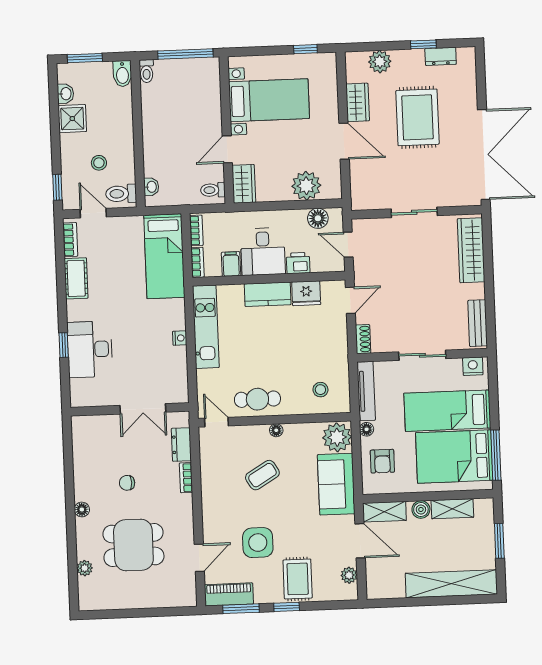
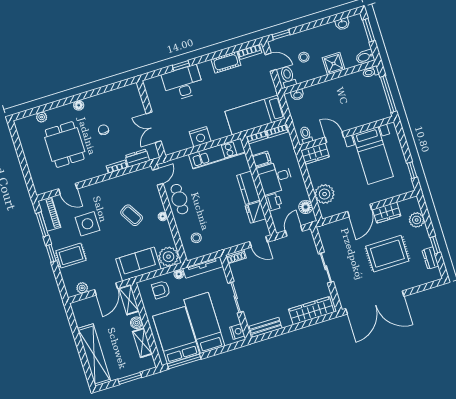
shower: (72, 119) -> (334, 64), moved
door: (93, 213) -> (271, 62), hinge flipped
nightstand: (180, 338) -> (200, 137), width x1.89, depth x1.79

